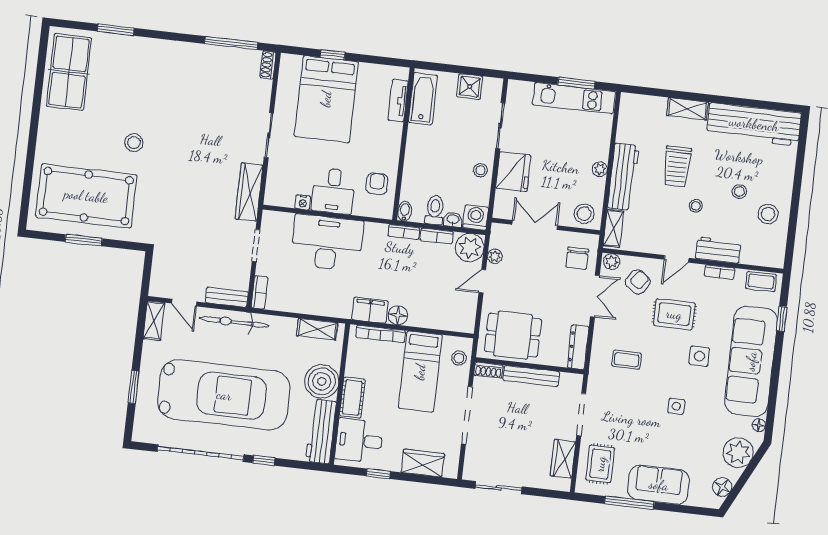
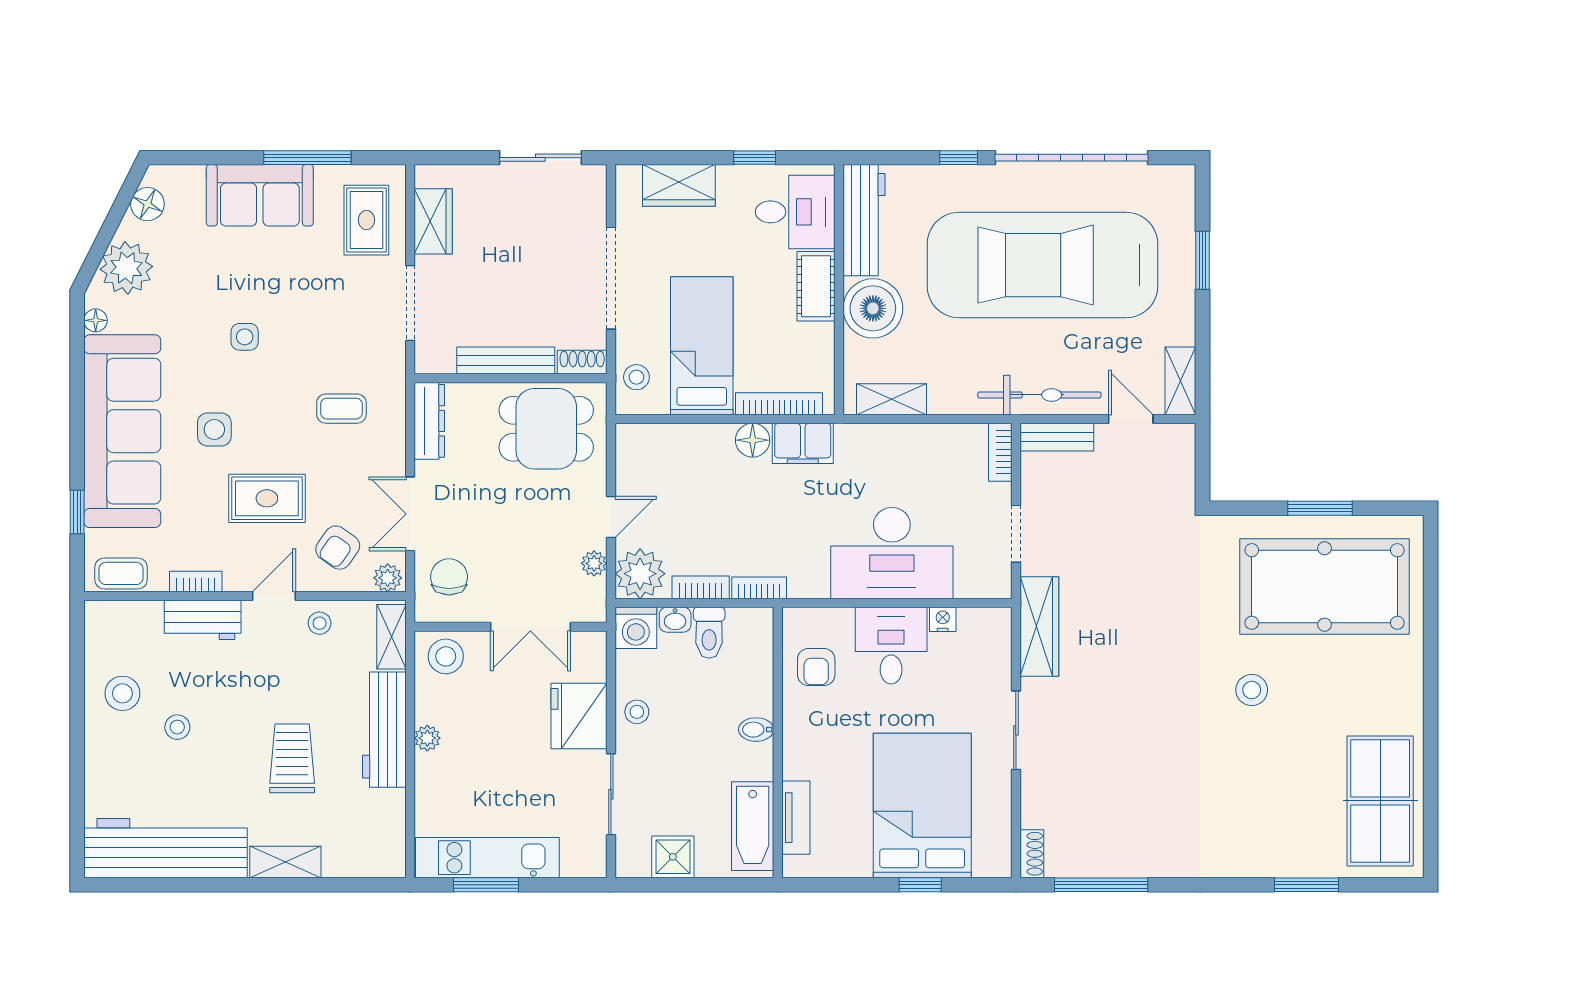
stool: (696, 206) -> (320, 623), moved
bidet: (405, 211) -> (756, 730), moved, turned 90

